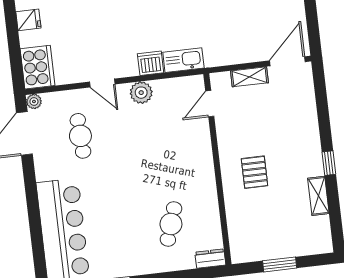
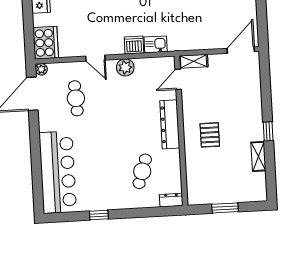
kitchen sink: (183, 60) -> (156, 44), width x0.73
shelving: (249, 77) -> (194, 61), moved
dresser: (203, 162) -> (170, 124), added

